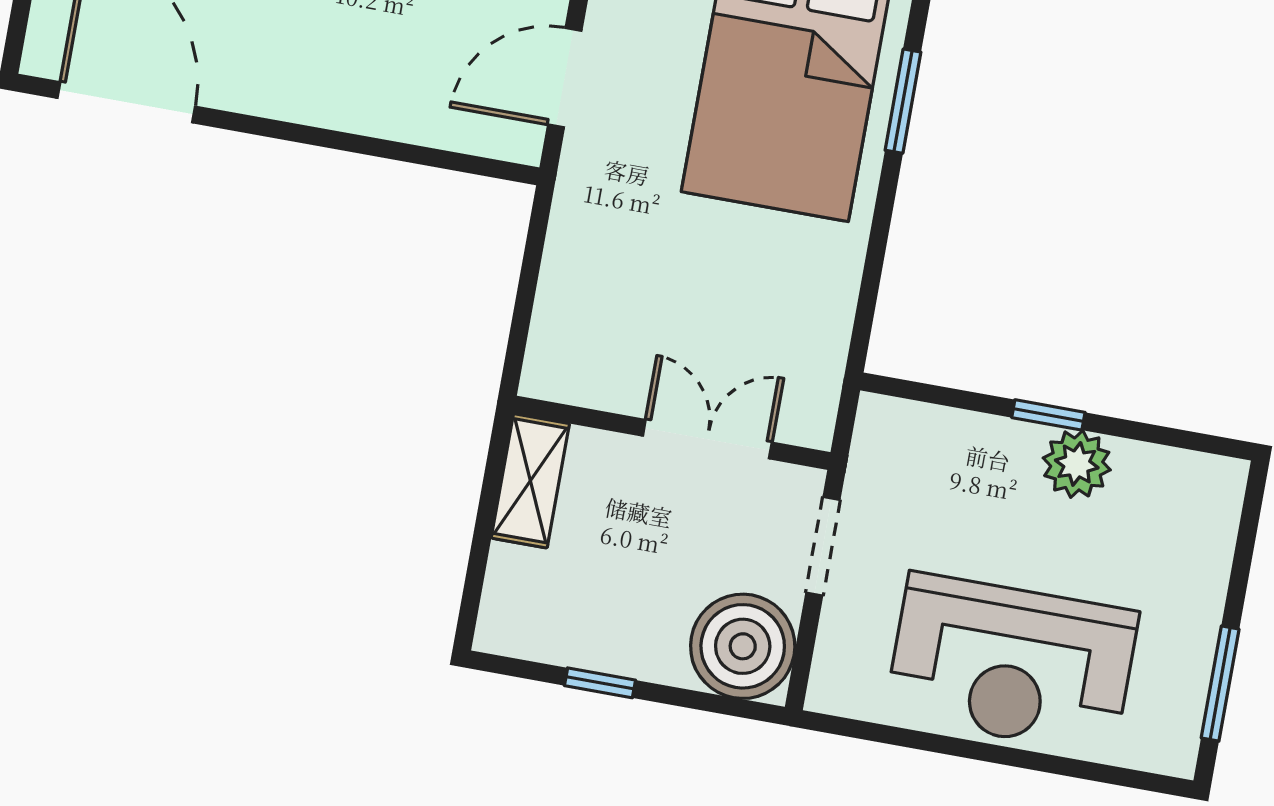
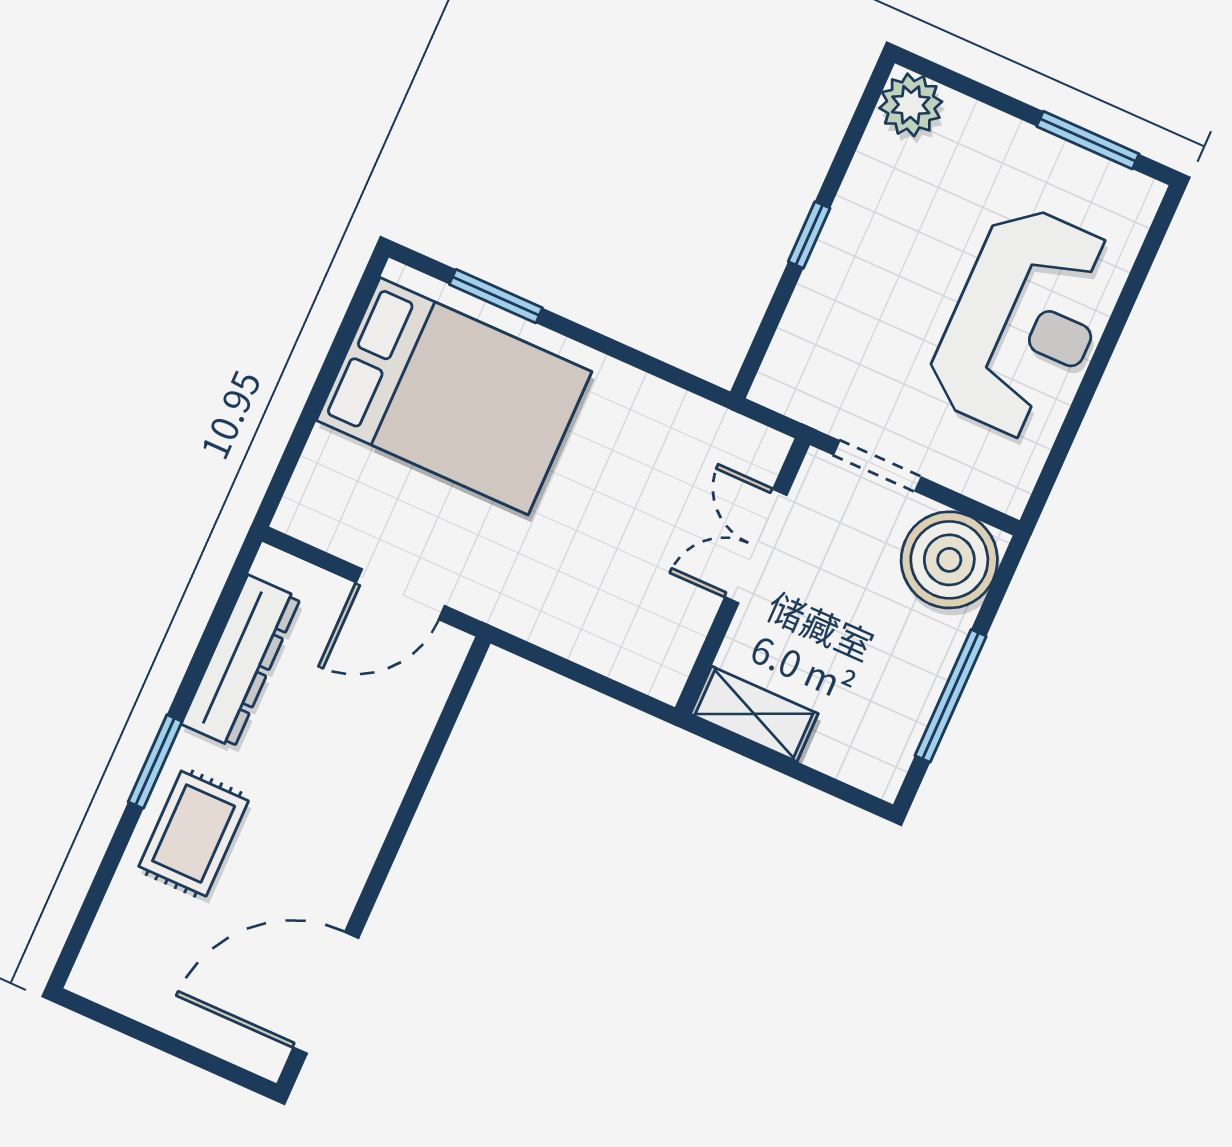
door: (565, 78) -> (400, 594), hinge flipped
plant: (1077, 464) -> (911, 105), moved
window: (600, 683) -> (951, 696), width x2.17

